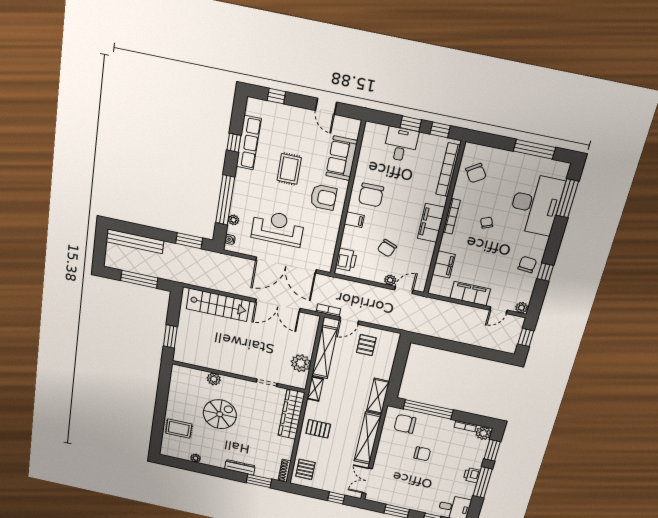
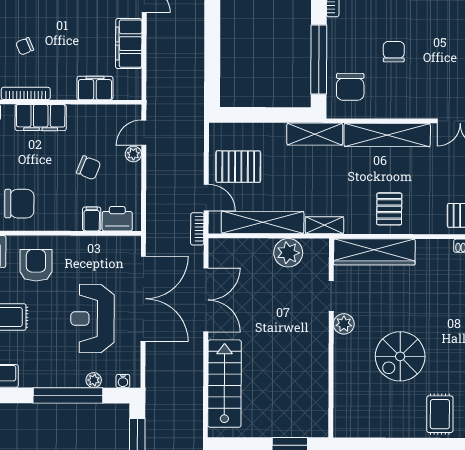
filing cabinet: (354, 220) -> (92, 219), moved
door: (404, 290) -> (144, 133), hinge flipped
pallet: (366, 345) -> (238, 167), width x1.50, depth x1.42
plant: (214, 379) -> (344, 324), moved
spiral stairs: (220, 414) -> (400, 356), turned -90

